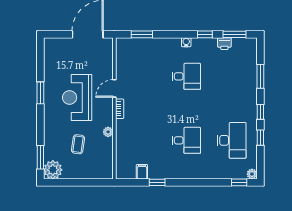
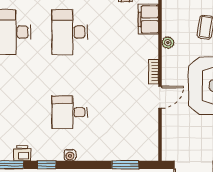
desk: (186, 140) -> (70, 32), width x1.37
filing cabinet: (124, 150) -> (148, 19), added

